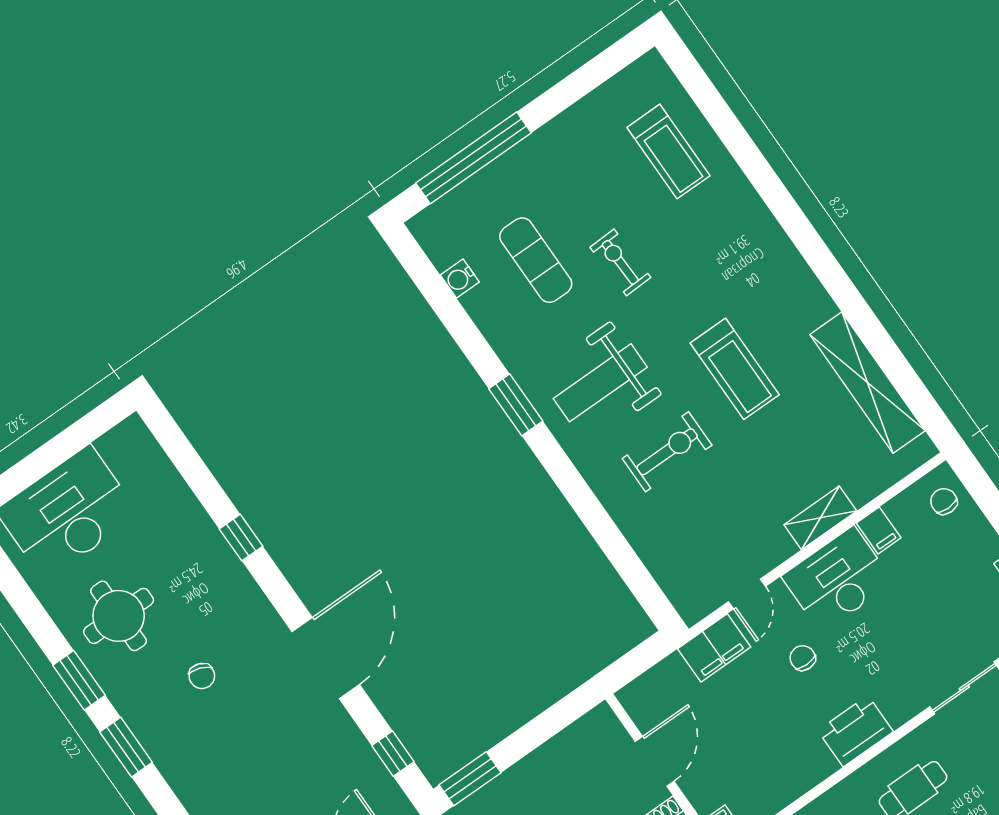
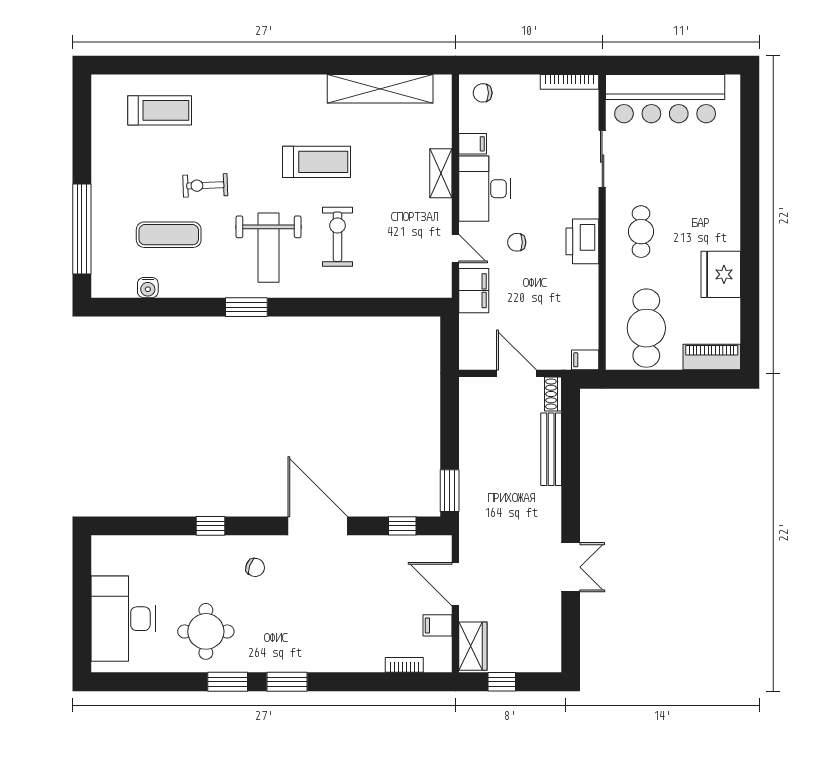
chair: (202, 676) -> (255, 567), moved

